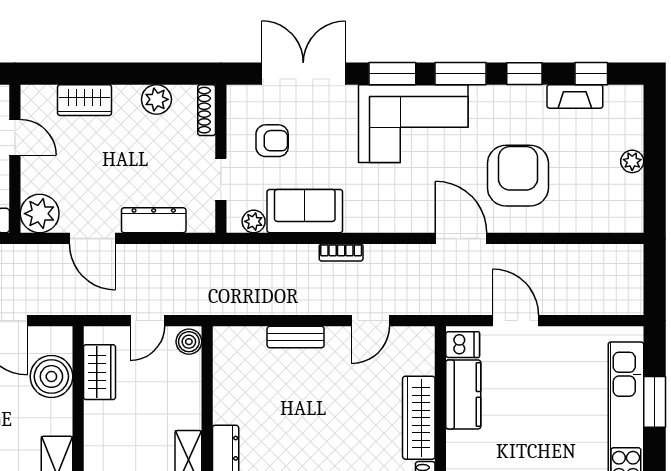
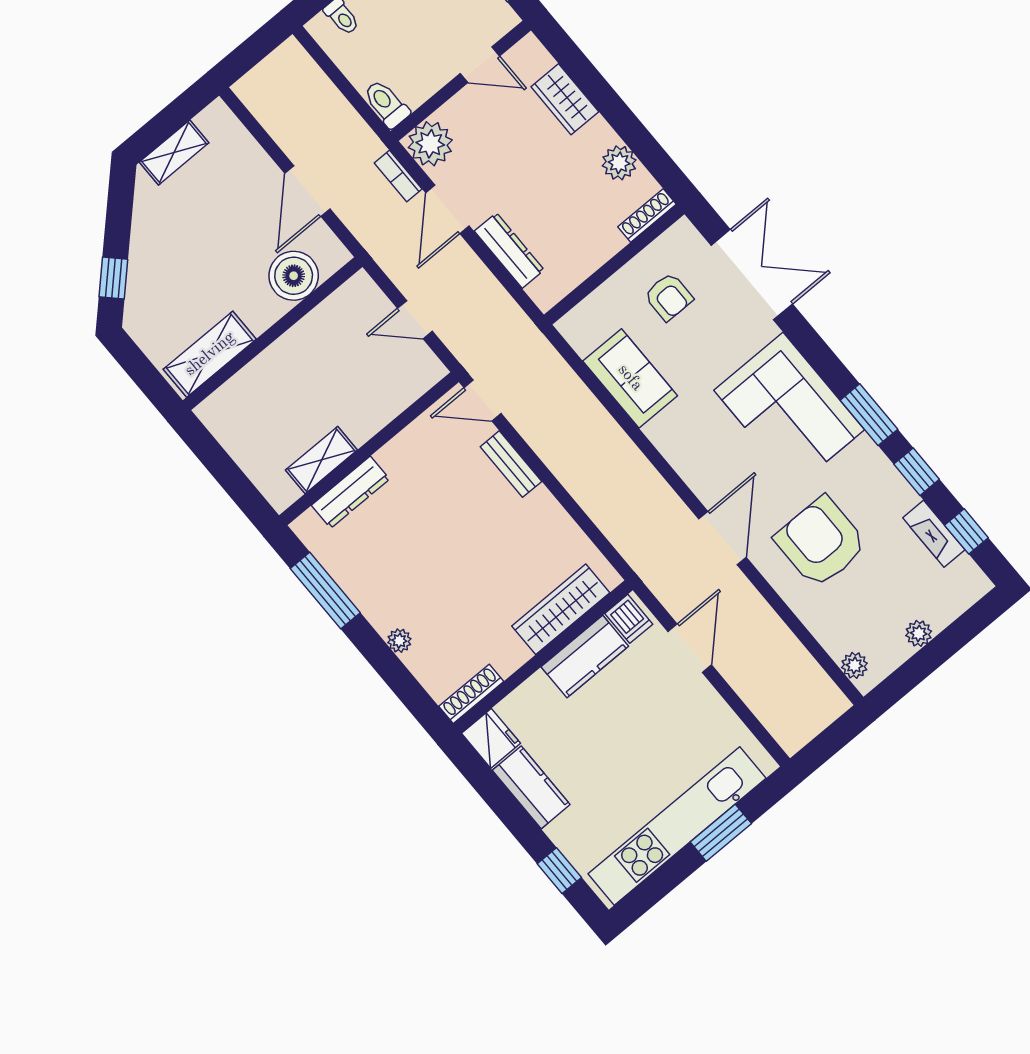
window: (392, 74) -> (818, 354), removed
door: (15, 137) -> (480, 65), hinge flipped
armchair: (518, 176) -> (821, 542), turned -90
doorway: (221, 179) -> (596, 280), removed
plant: (254, 221) -> (854, 665), moved
bookcase: (341, 253) -> (398, 176), moved
door: (371, 321) -> (483, 401), moved
boiler: (189, 342) -> (427, 372), removed
wardrobe: (99, 372) -> (333, 315), removed
wardrobe: (419, 418) -> (561, 609), moved

